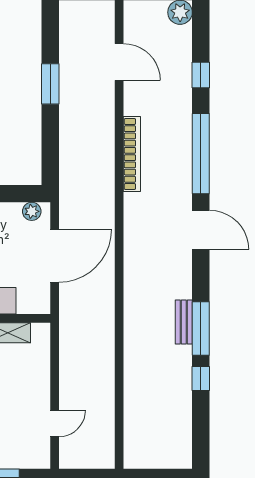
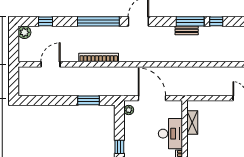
window: (201, 75) -> (46, 21), moved
window: (50, 84) -> (89, 100), moved

